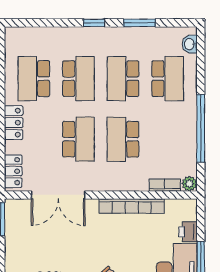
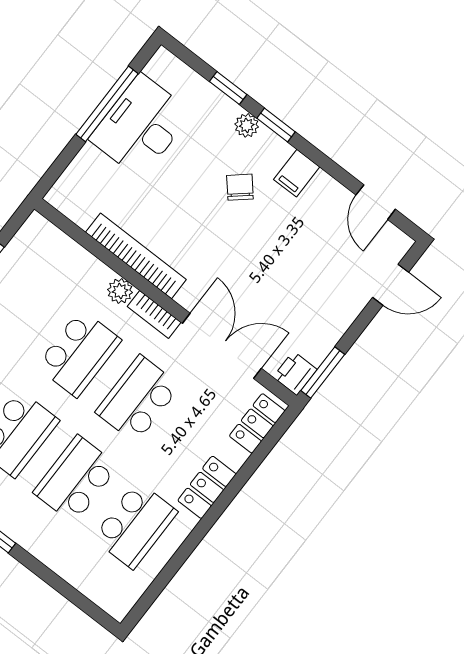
plant: (189, 184) -> (120, 291), moved
bookcase: (165, 185) -> (154, 314), moved
printer: (188, 232) -> (295, 373), moved, turned 180

